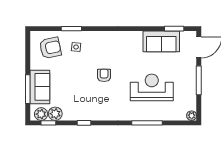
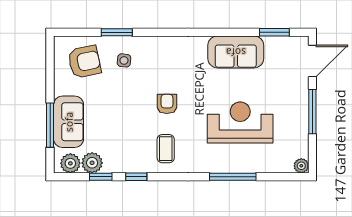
sofa: (161, 41) -> (236, 52), moved
coffee table: (103, 104) -> (166, 149), added
window: (48, 123) -> (101, 177), moved

